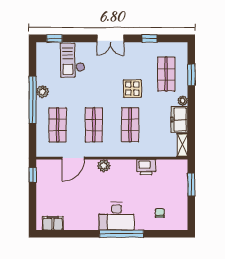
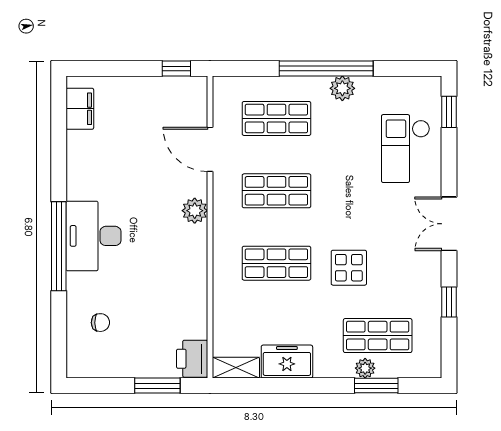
checkout: (73, 60) -> (406, 149), turned -90
plant: (183, 101) -> (365, 368), moved
printer: (146, 167) -> (192, 359), moved

